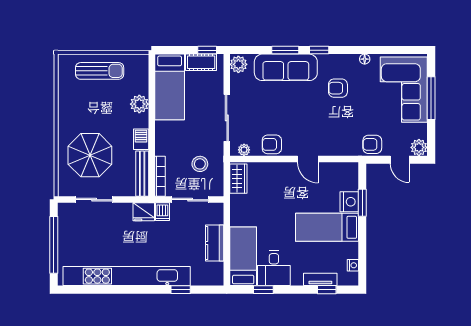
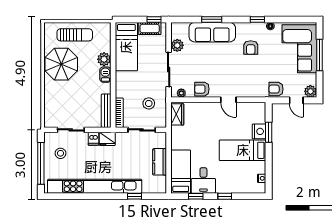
window: (319, 50) -> (257, 19), moved
plant: (238, 64) -> (177, 45), moved
armchair: (338, 88) -> (251, 48), turned -90
barbecue: (141, 139) -> (105, 75), moved
parasol: (90, 155) -> (61, 64), moved
dishwasher: (162, 212) -> (93, 139), moved
stool: (80, 231) -> (61, 153), added
tv unit: (320, 279) -> (238, 189), removed
window: (327, 290) -> (225, 196), moved

